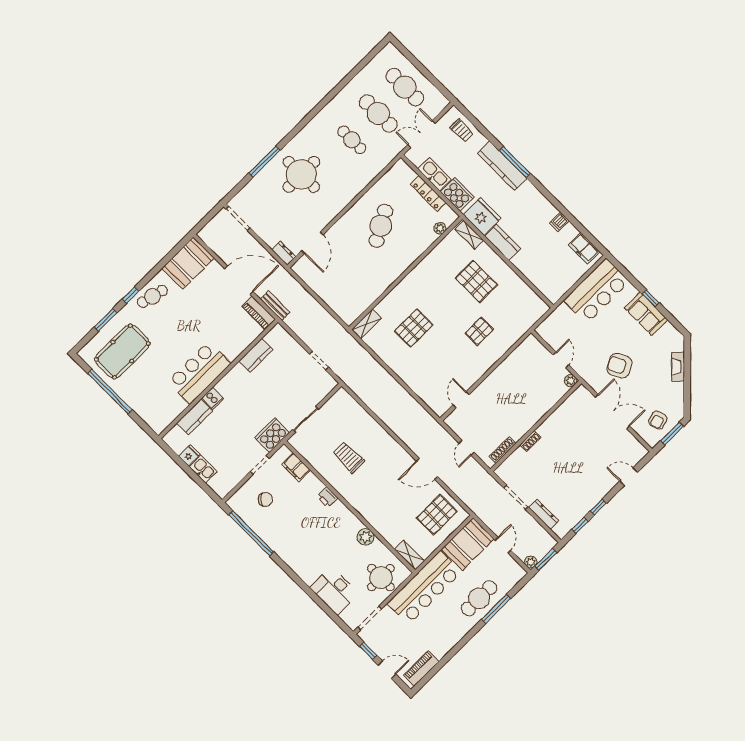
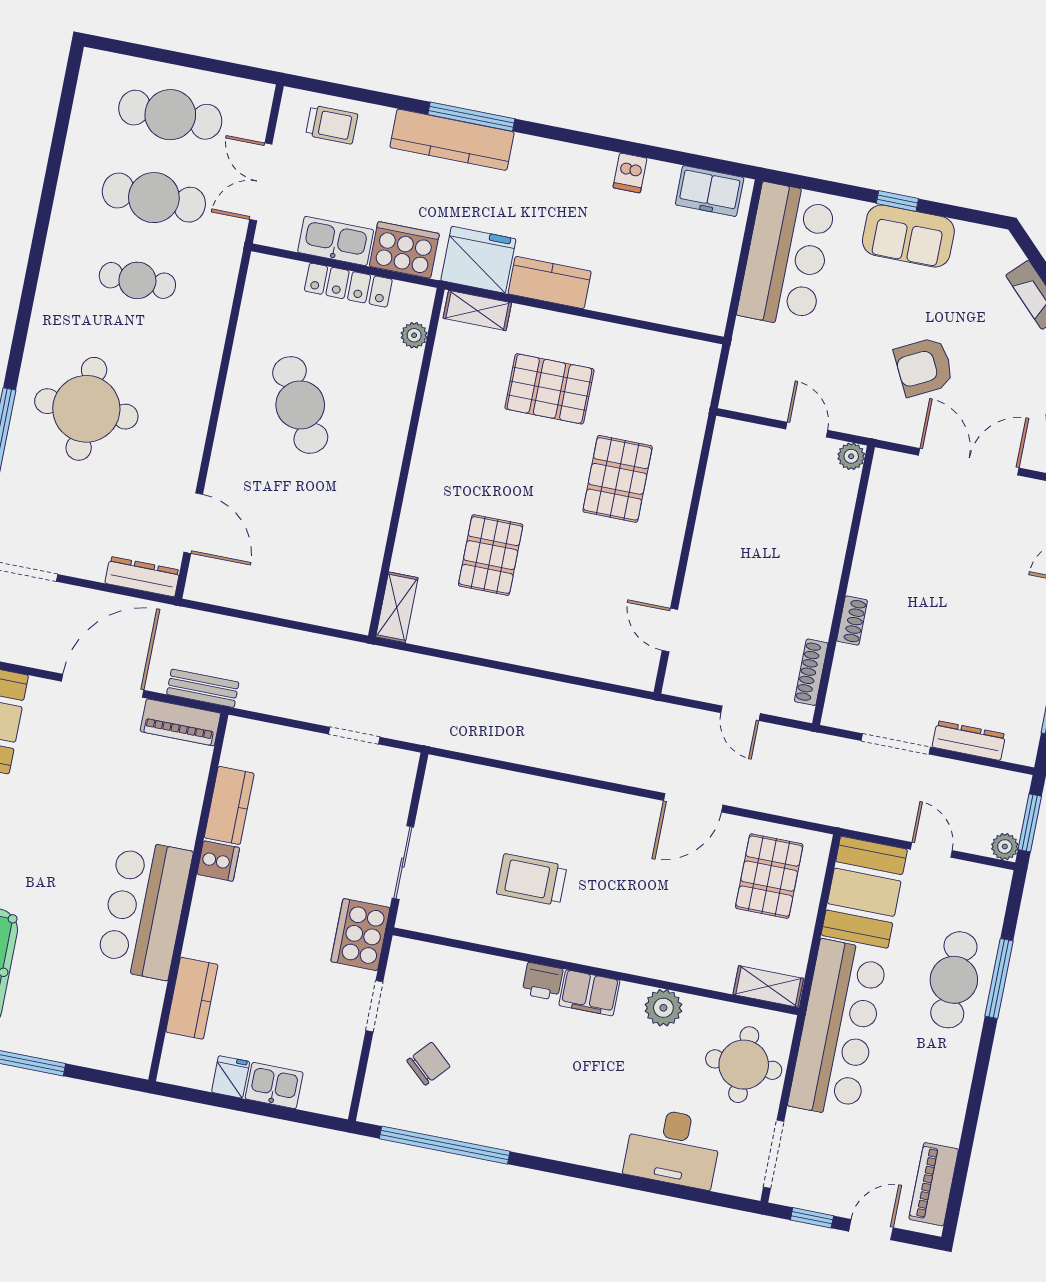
dresser: (284, 253) -> (142, 577), width x1.44
pallet: (479, 331) -> (618, 479), width x1.50, depth x1.42
cooker: (213, 398) -> (218, 861), moved
filing cabinet: (296, 467) -> (589, 993), moved

